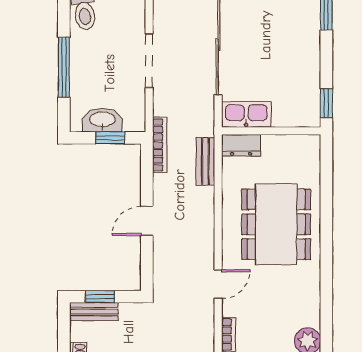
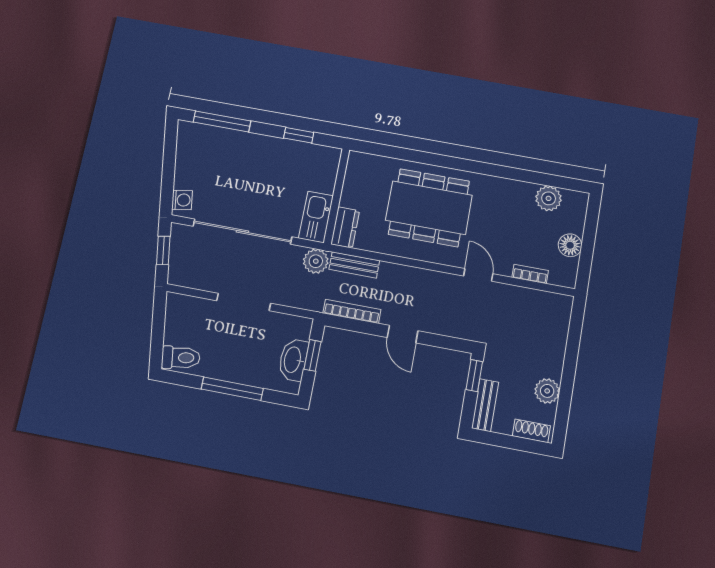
window: (326, 103) -> (299, 135), moved
plant: (202, 123) -> (316, 261), added
bookcase: (160, 145) -> (352, 311), moved
window: (100, 297) -> (474, 376), moved

